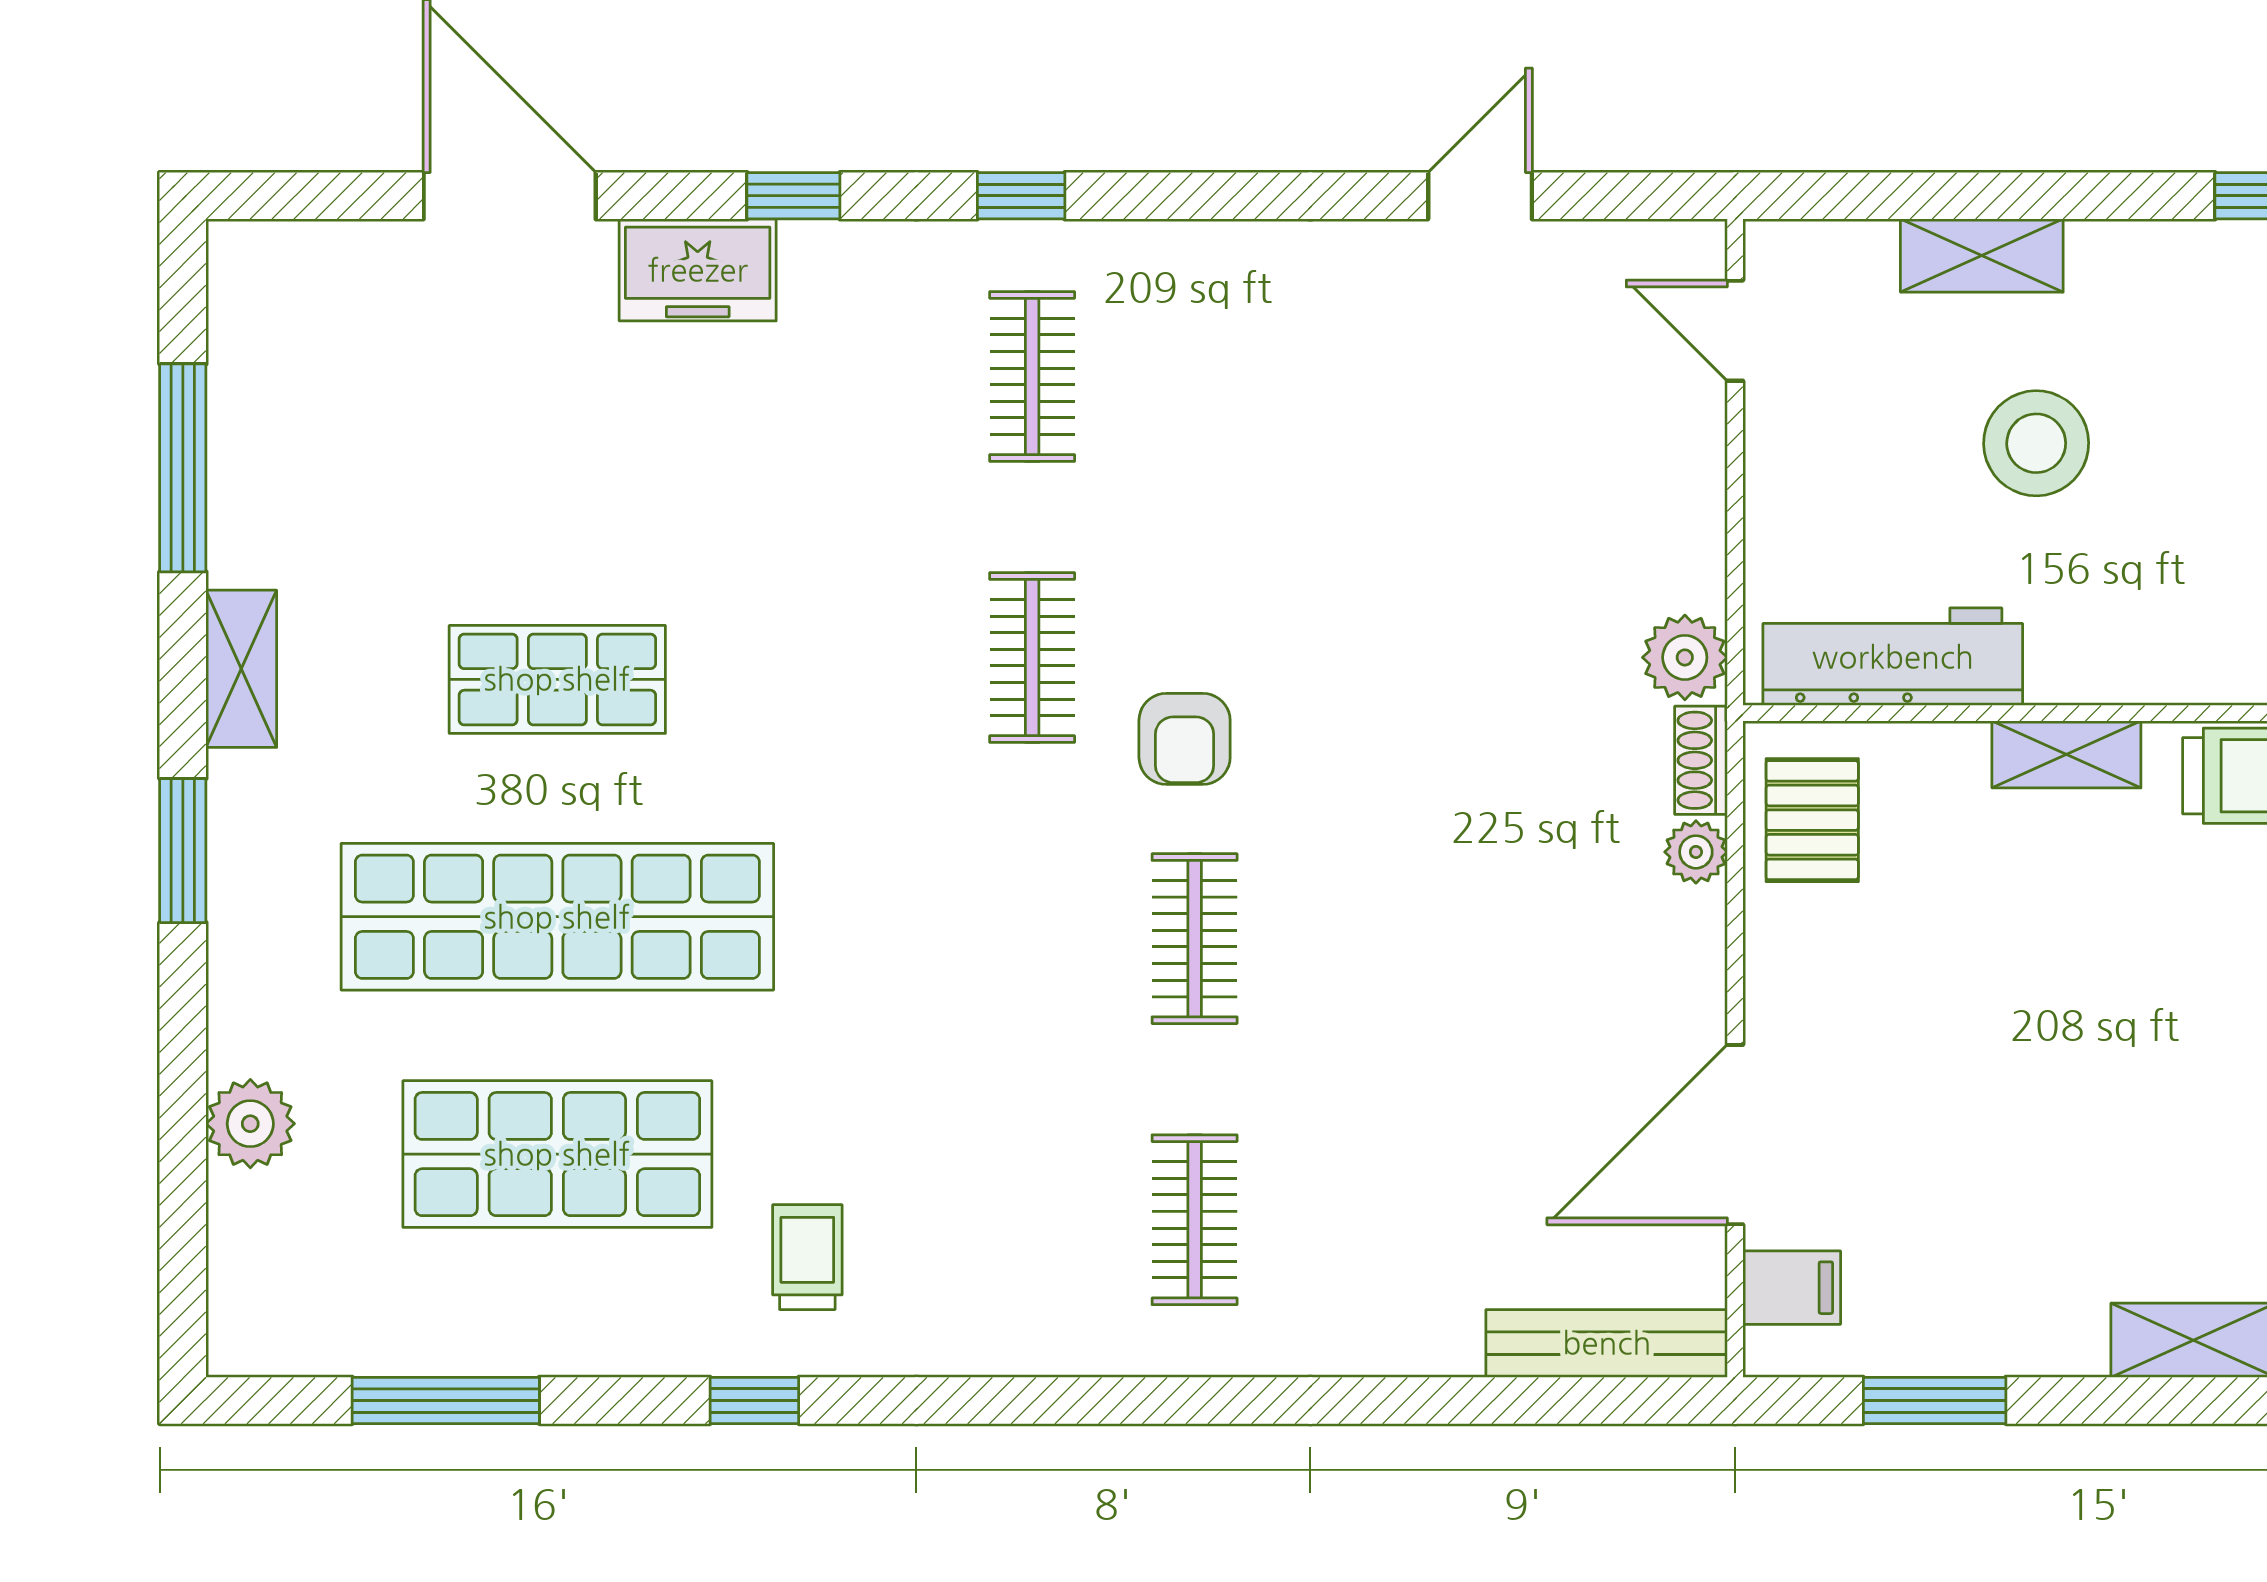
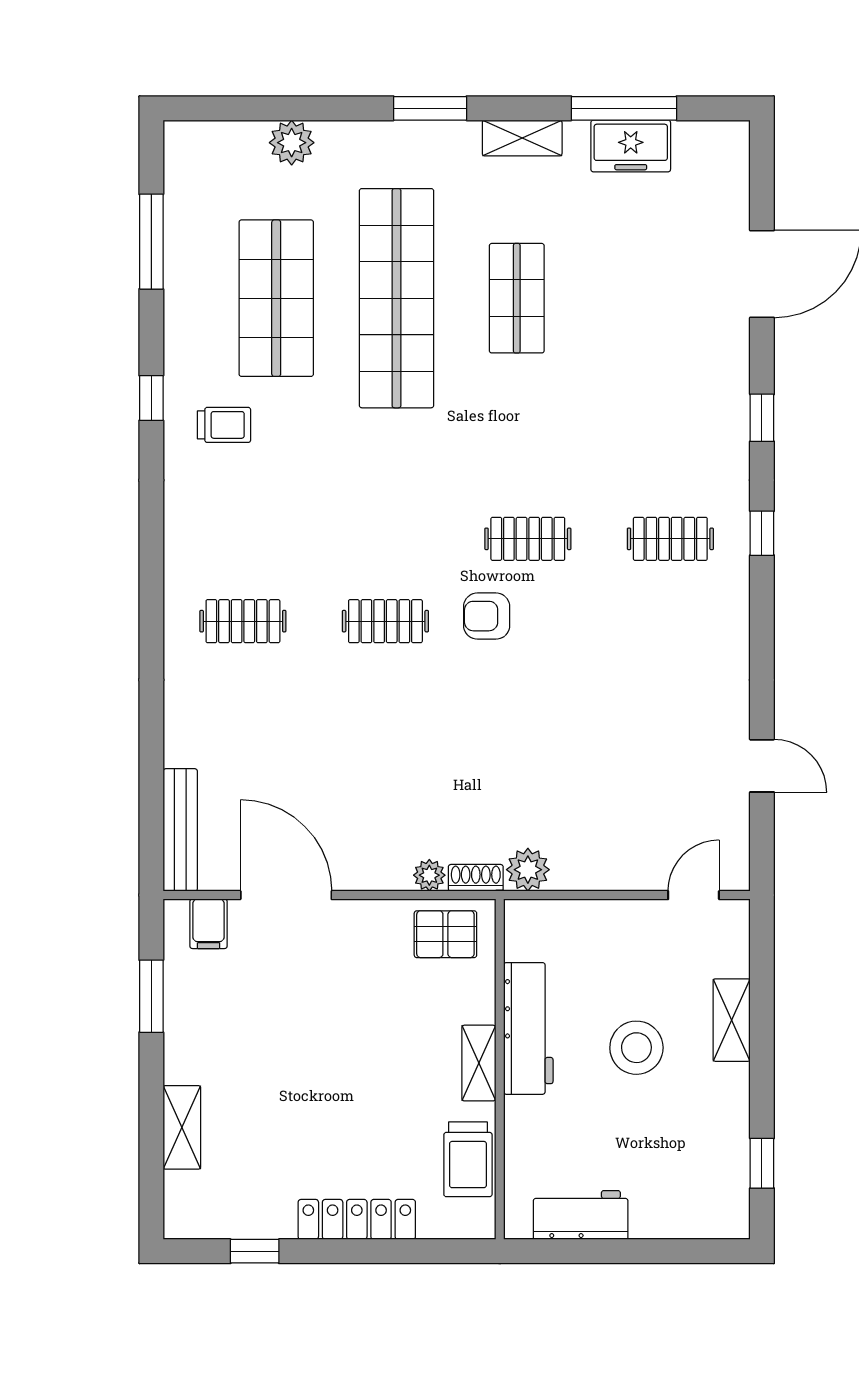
freezer: (698, 270) -> (631, 146), moved, turned -90
workbench: (1893, 657) -> (528, 1028), moved

